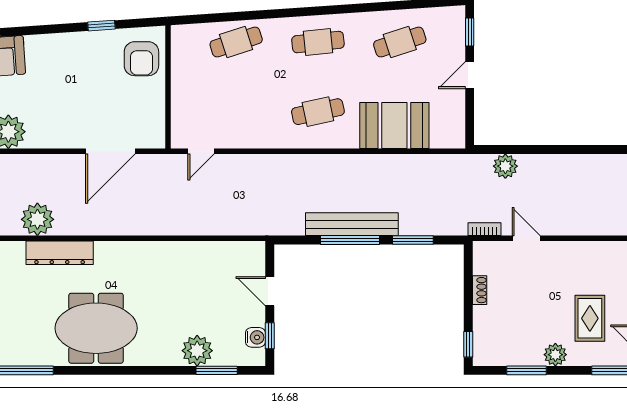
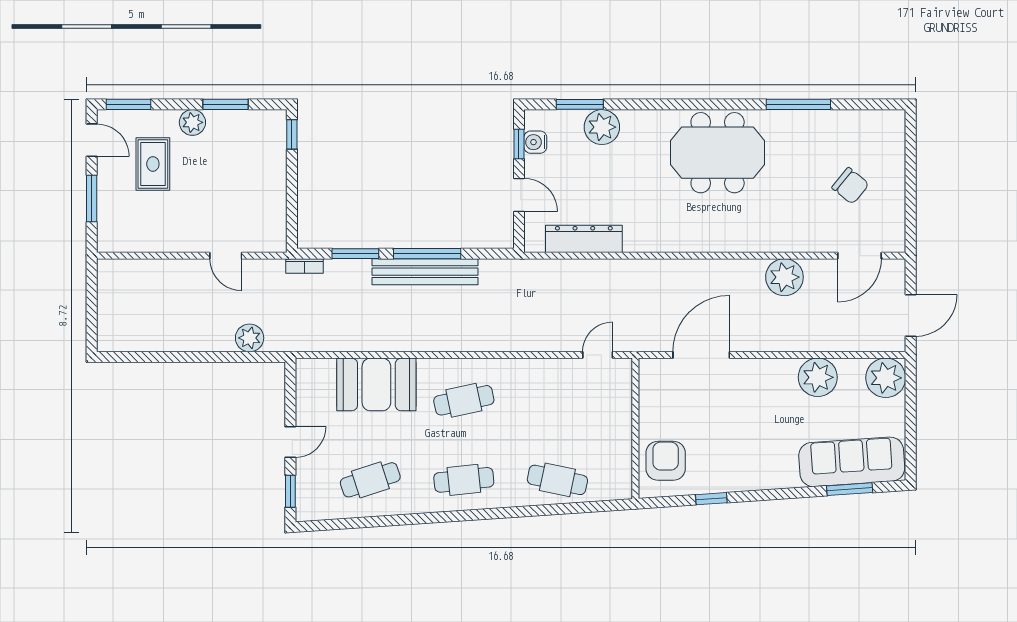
cafe table: (236, 42) -> (557, 480), turned 30
bookcase: (485, 229) -> (304, 266), moved
dresser: (60, 253) -> (584, 239), moved
shoe rack: (480, 290) -> (279, 196), removed

